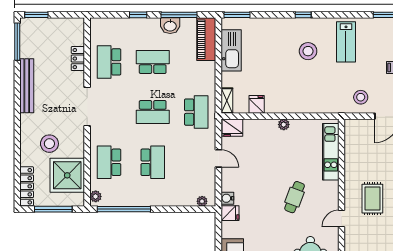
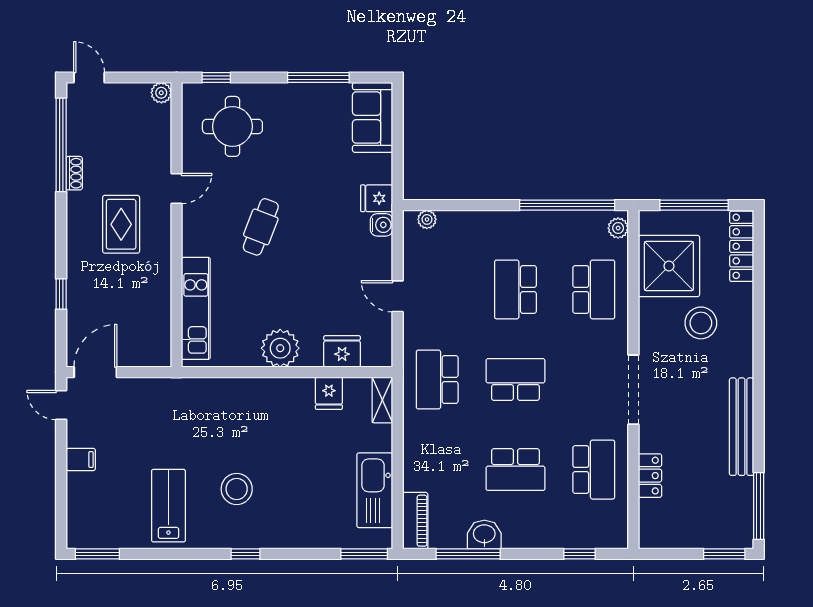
window: (138, 15) -> (580, 554), moved
piano: (206, 39) -> (415, 521), width x0.73, depth x0.75
stool: (361, 97) -> (142, 406), removed
plant: (284, 125) -> (280, 348), width x1.88, depth x1.88
fridge: (232, 128) -> (342, 351), moved

